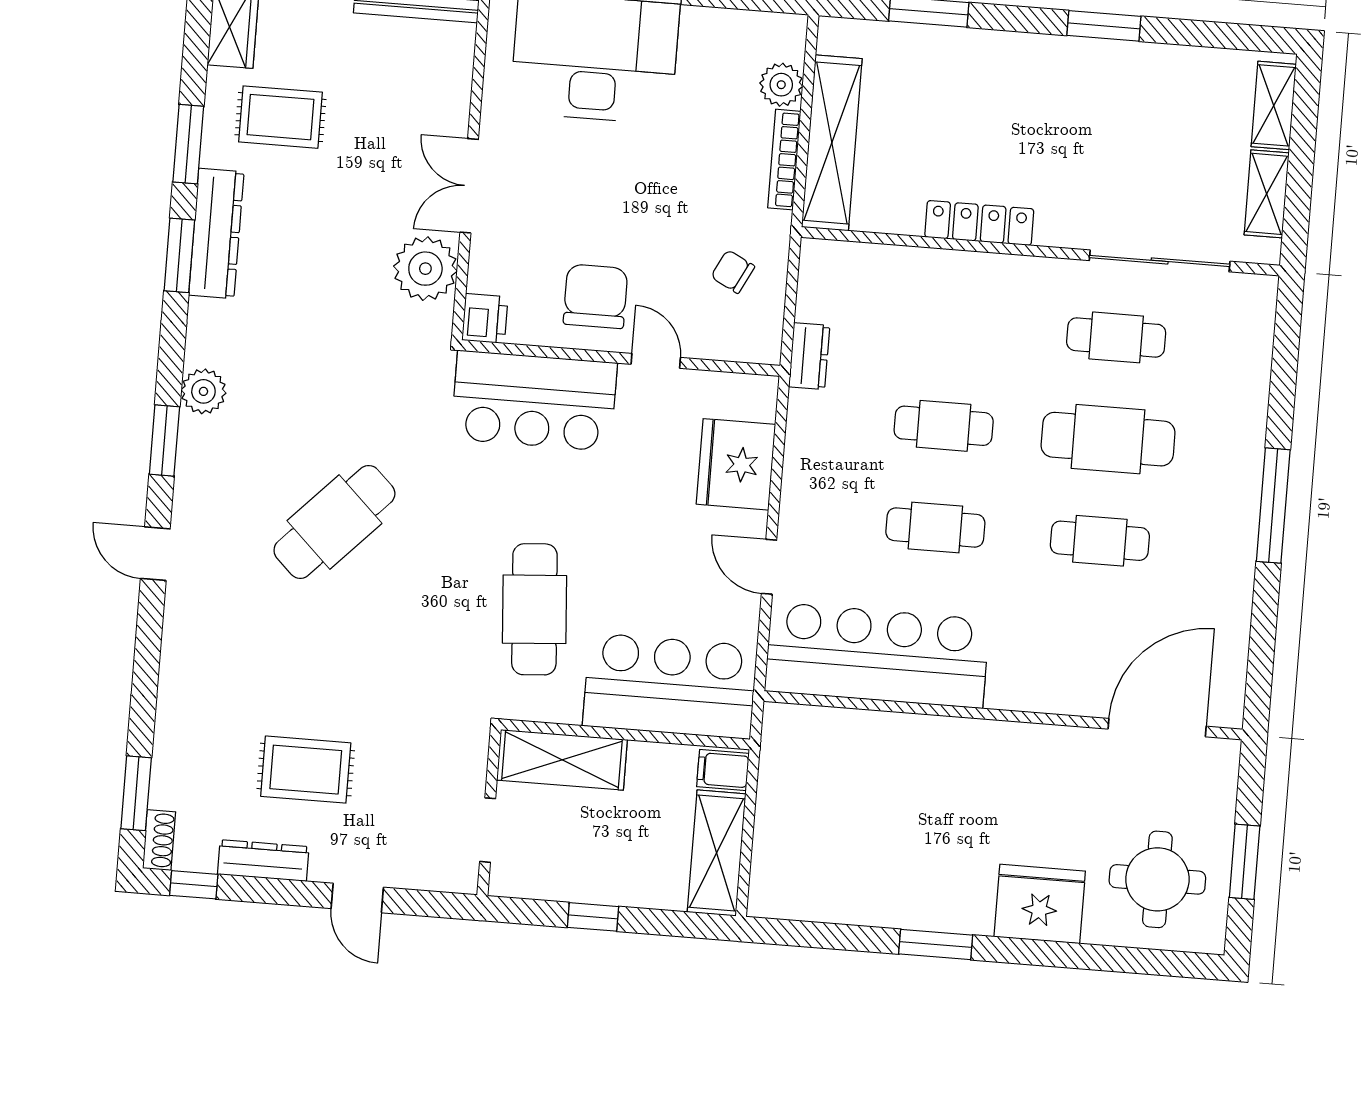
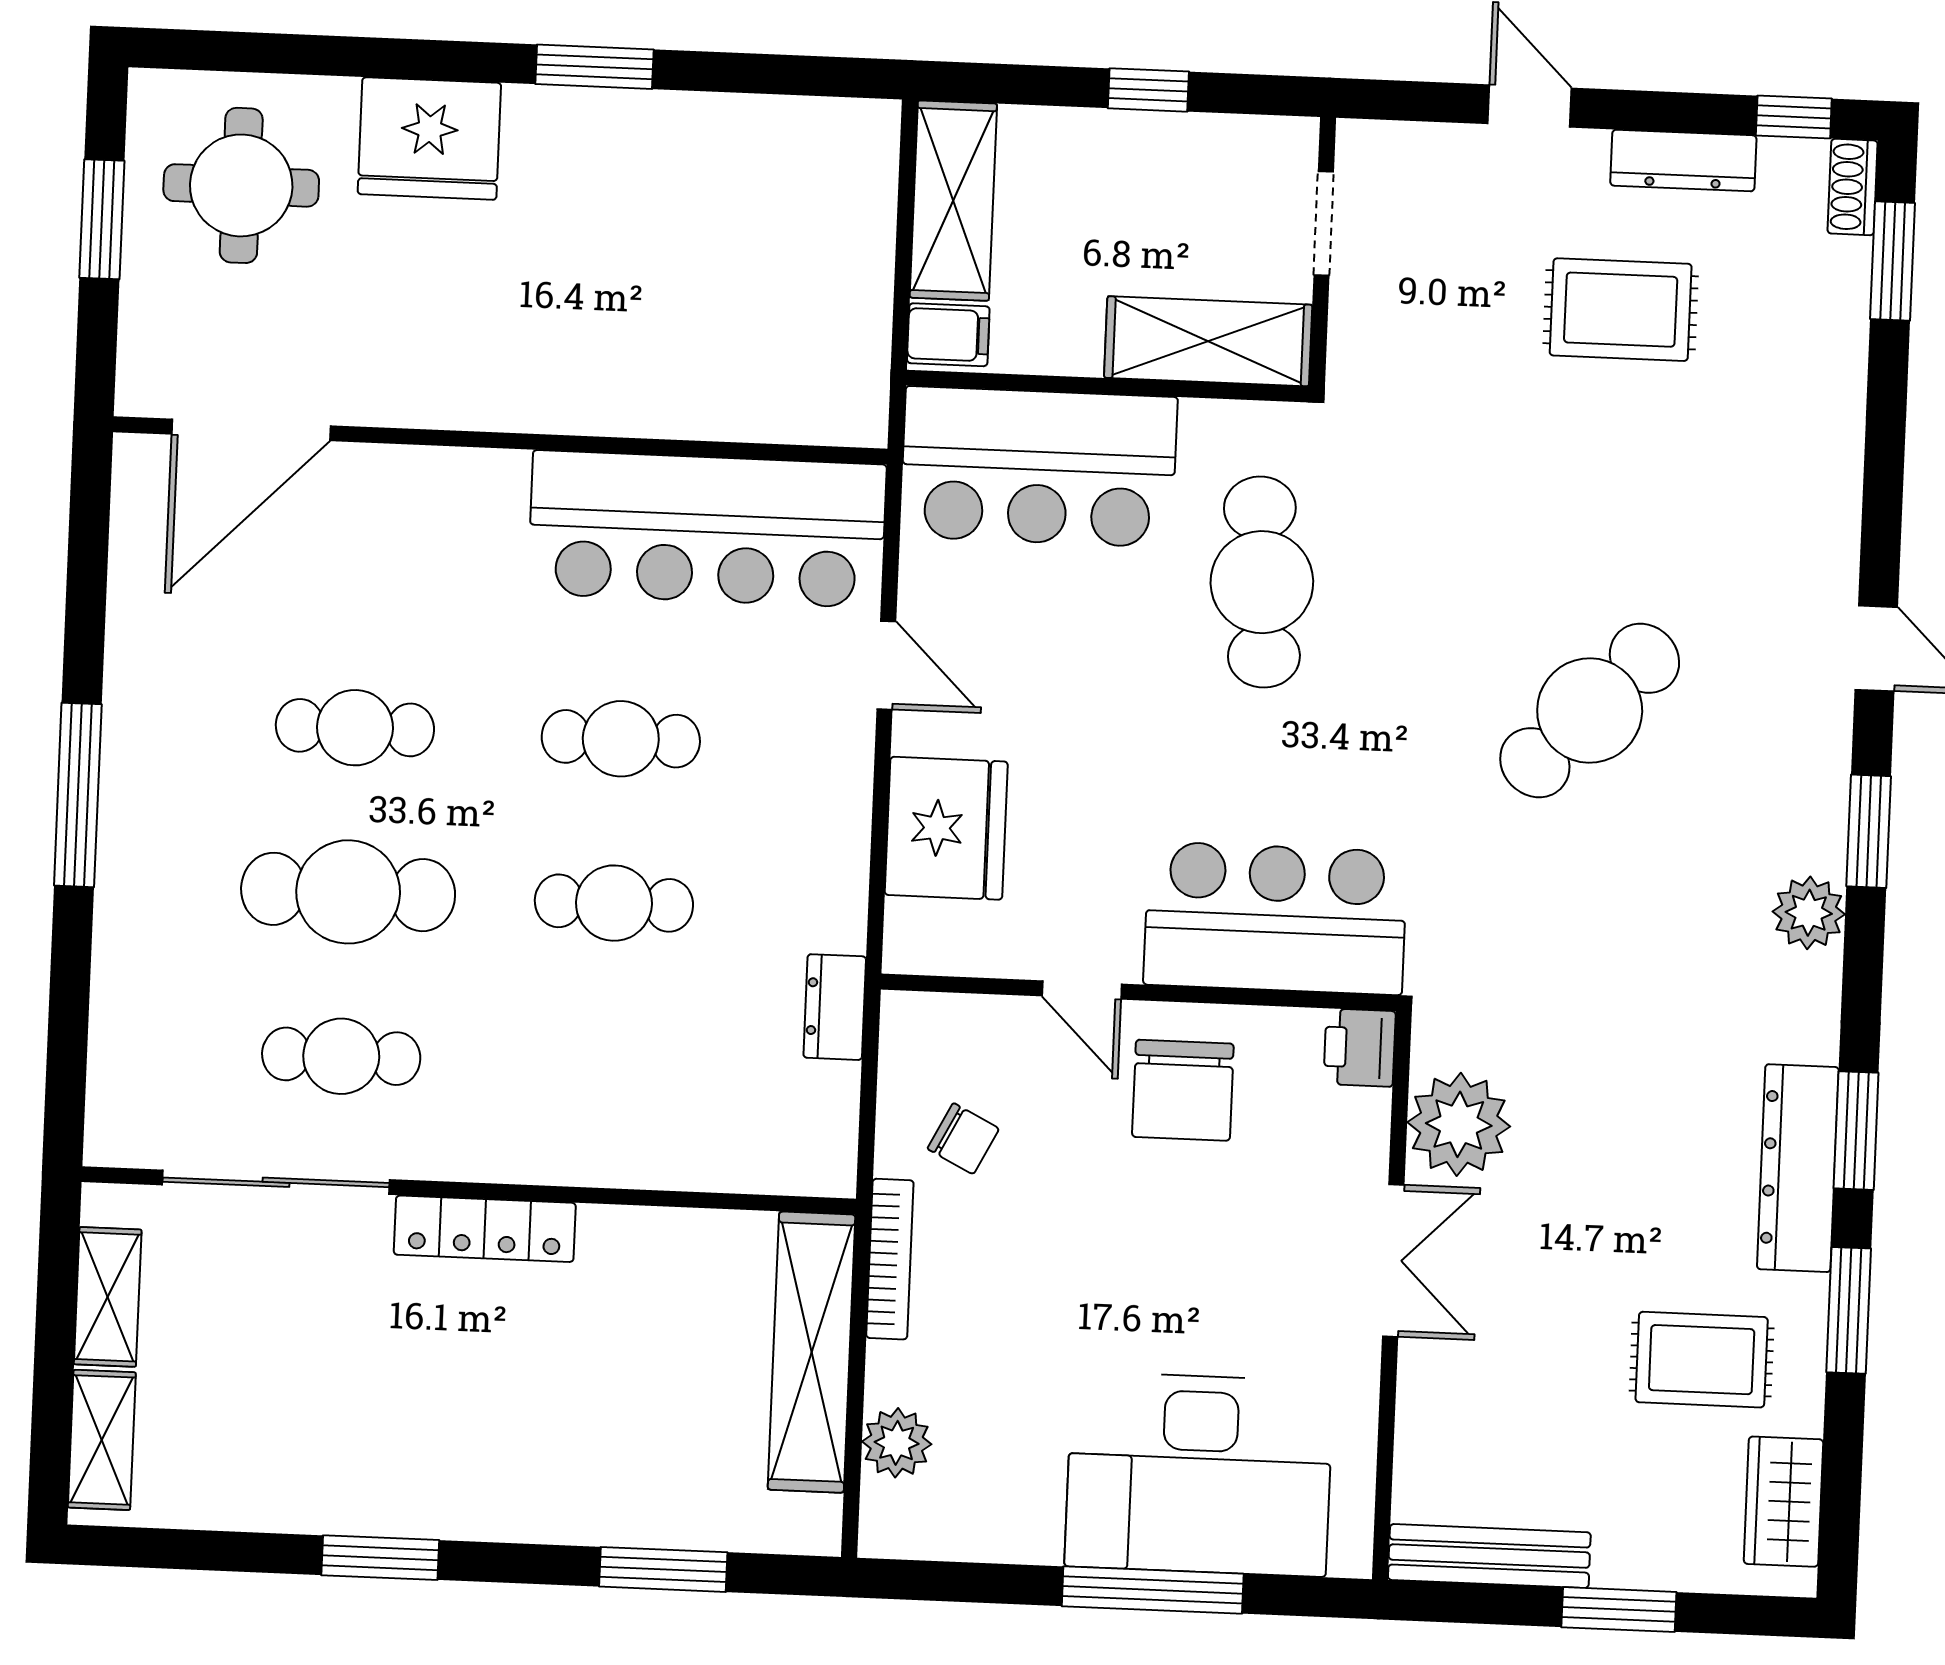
bookcase: (784, 160) -> (890, 1259), moved
locker: (979, 223) -> (485, 1229), moved

